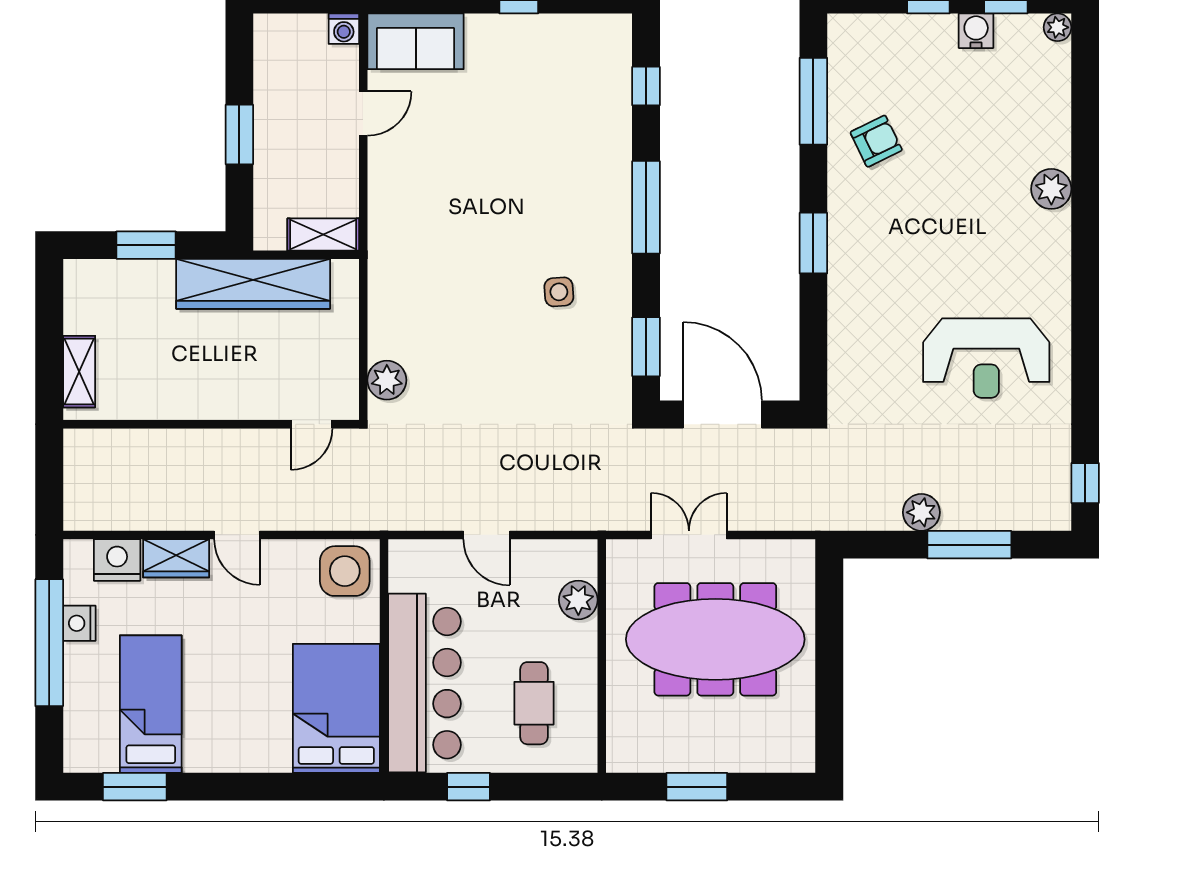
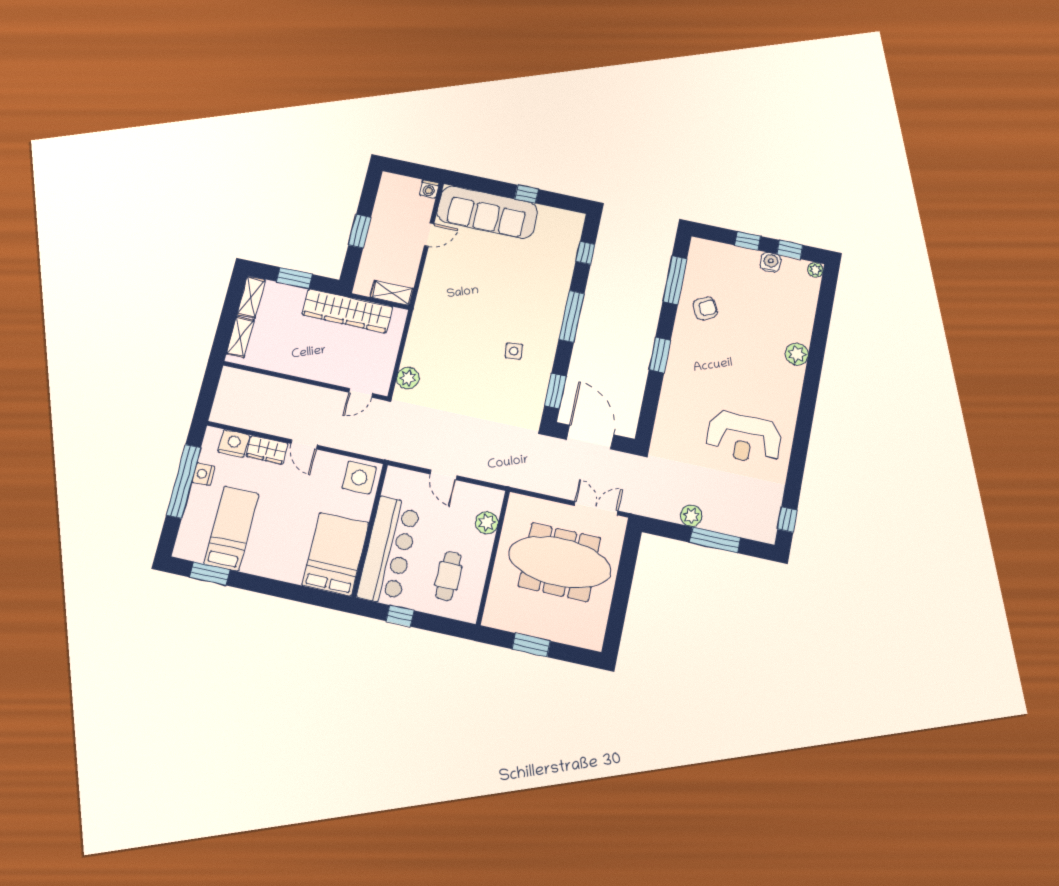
sofa: (416, 41) -> (487, 212), width x1.85, depth x1.27
shelving: (79, 297) -> (251, 297), added
double door: (689, 535) -> (596, 508), moved

